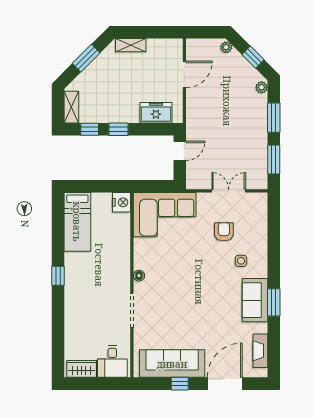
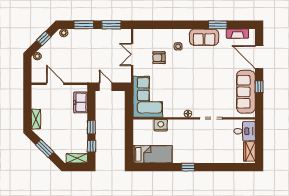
nightstand: (122, 202) -> (161, 125), moved
window: (274, 302) -> (218, 25), moved

